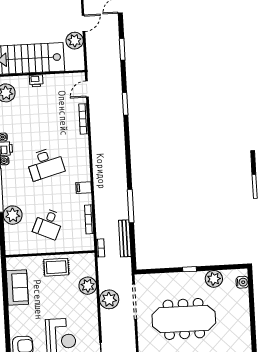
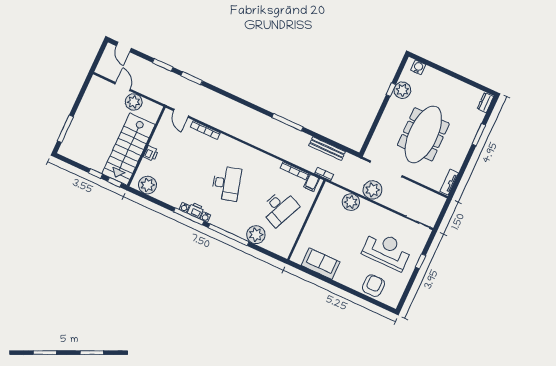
window: (125, 104) -> (192, 78), moved
filing cabinet: (84, 188) -> (312, 183), moved
window: (131, 206) -> (288, 122), moved
desk: (48, 224) -> (280, 208), width x1.37
rug: (56, 267) -> (321, 221), removed
window: (189, 269) -> (391, 90), moved

